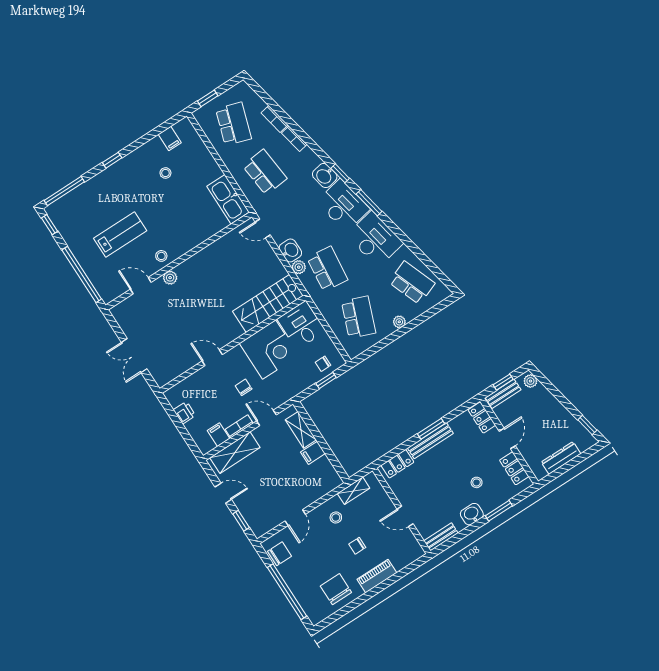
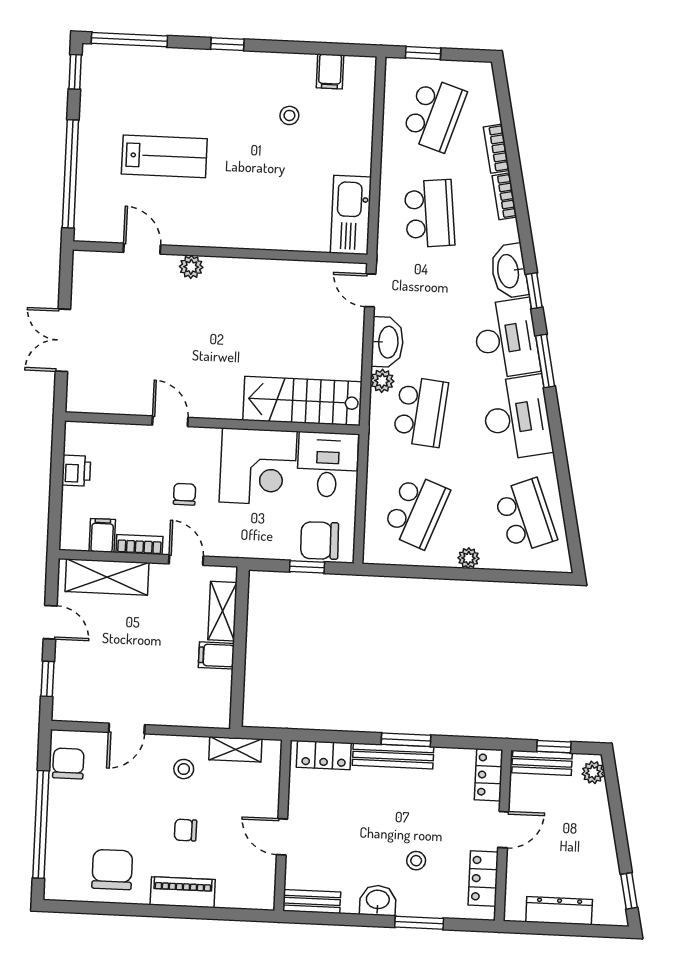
washbasin: (325, 176) -> (509, 271), width x1.38
washbasin: (290, 250) -> (387, 342), width x1.38
stool: (161, 256) -> (201, 228), removed
chair: (323, 364) -> (320, 541), width x1.87, depth x1.87
chair: (279, 554) -> (68, 764), turned -90

